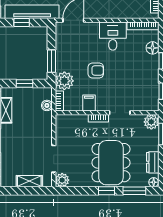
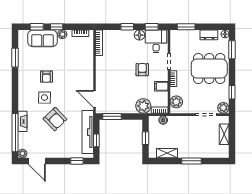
desk: (113, 36) -> (156, 41), moved, turned 90
floor lamp: (153, 48) -> (139, 35), moved
window: (51, 61) -> (112, 116), moved
armchair: (96, 70) -> (142, 70), moved
plant: (151, 122) -> (176, 102), moved
window: (107, 191) -> (232, 92), moved

